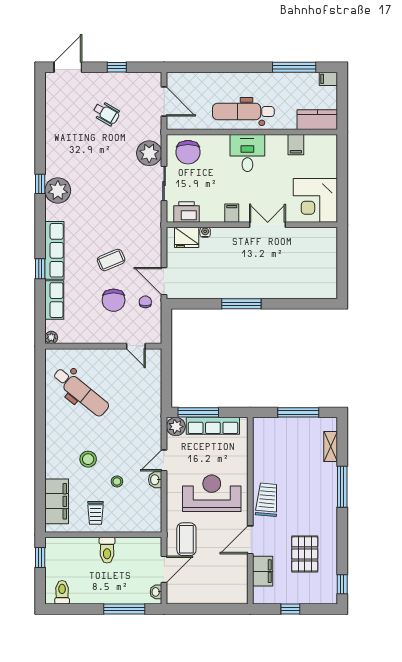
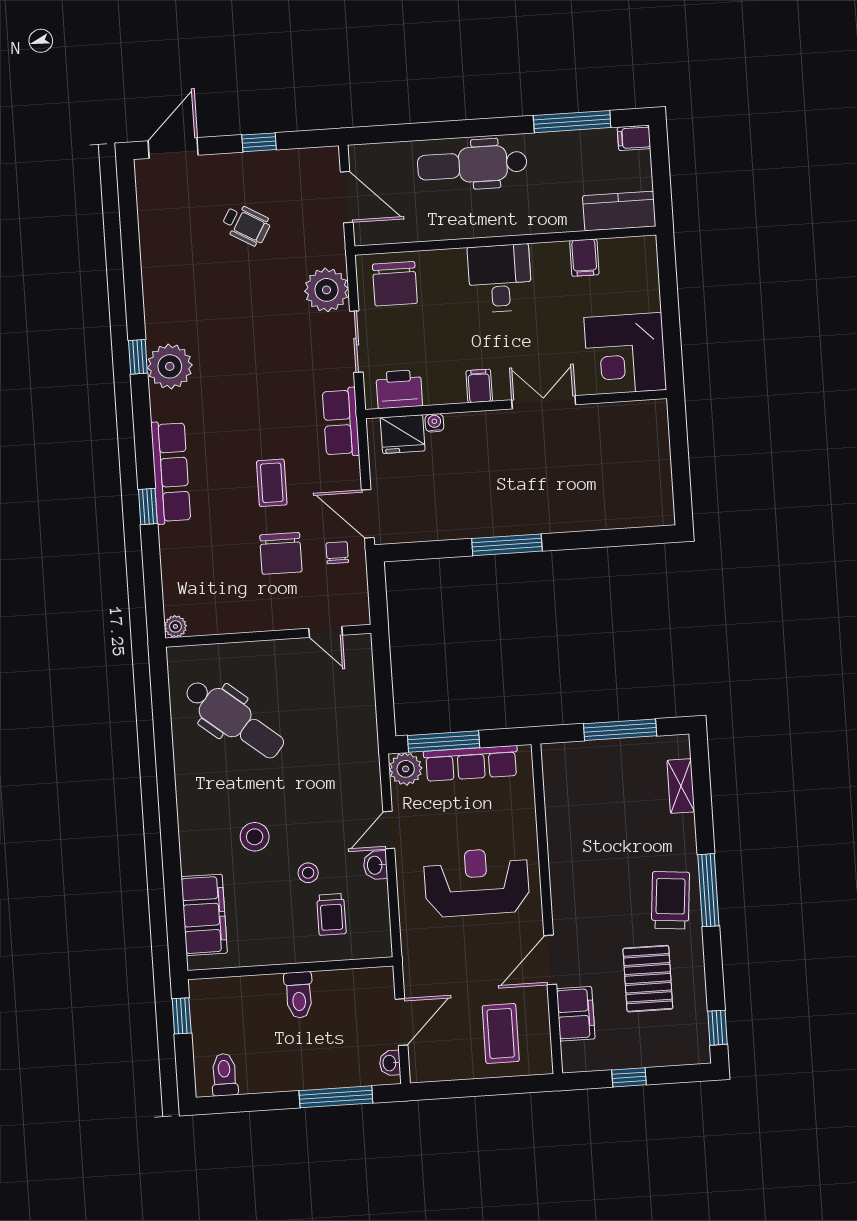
dental chair: (243, 112) -> (472, 165), moved
coffee table: (111, 260) -> (272, 483), turned -67
row of seats: (54, 300) -> (341, 422), moved, turned 180
window: (342, 487) -> (708, 890), moved
trolley: (267, 500) -> (670, 900), moved
trolley: (96, 513) -> (331, 914), moved
coffee table: (186, 539) -> (501, 1033), moved

